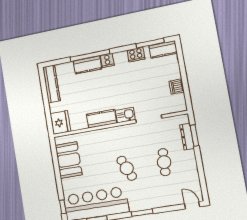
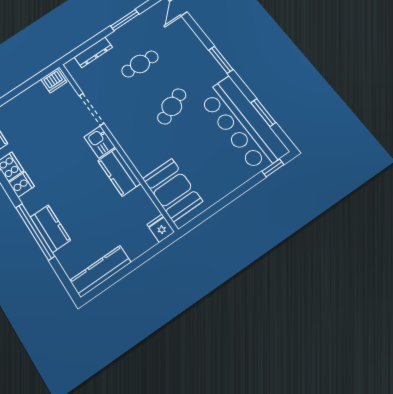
cooker: (107, 60) -> (22, 185), moved
dishwasher: (177, 87) -> (54, 81), moved
fridge: (60, 123) -> (161, 228), width x0.53, depth x0.75
window: (194, 136) -> (125, 20), moved
booth: (69, 160) -> (172, 190), moved, turned 90

